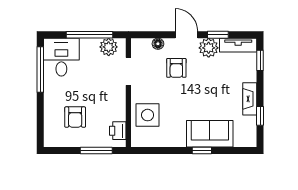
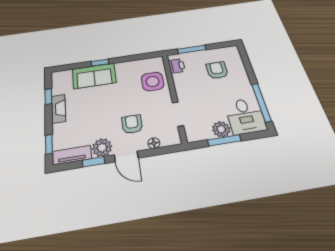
window: (89, 35) -> (224, 140), width x0.69
plant: (109, 47) -> (221, 129), moved

